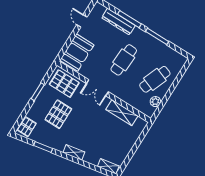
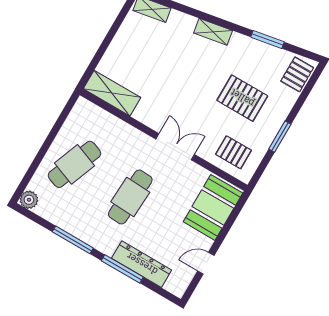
door: (82, 21) -> (206, 263), swing flipped
pallet: (64, 84) -> (233, 152), width x0.67, depth x0.71
plant: (155, 102) -> (29, 200), moved
shelving: (122, 113) -> (112, 93), moved
pallet: (58, 114) -> (242, 98), turned 90

